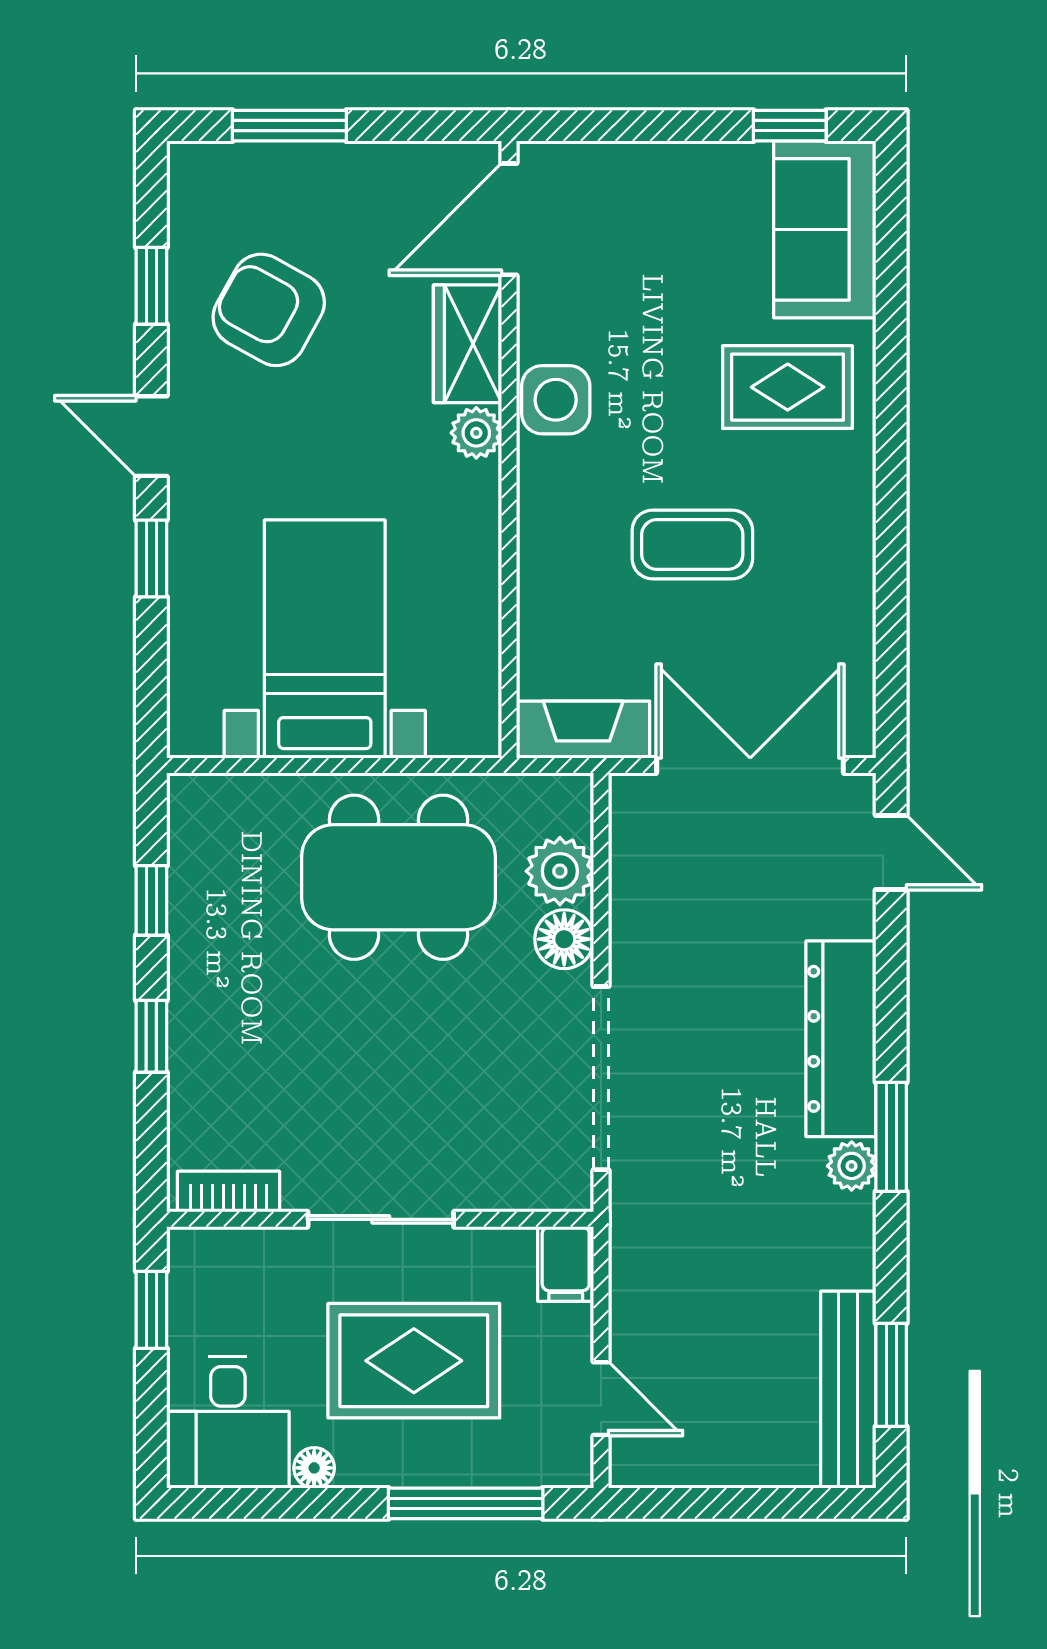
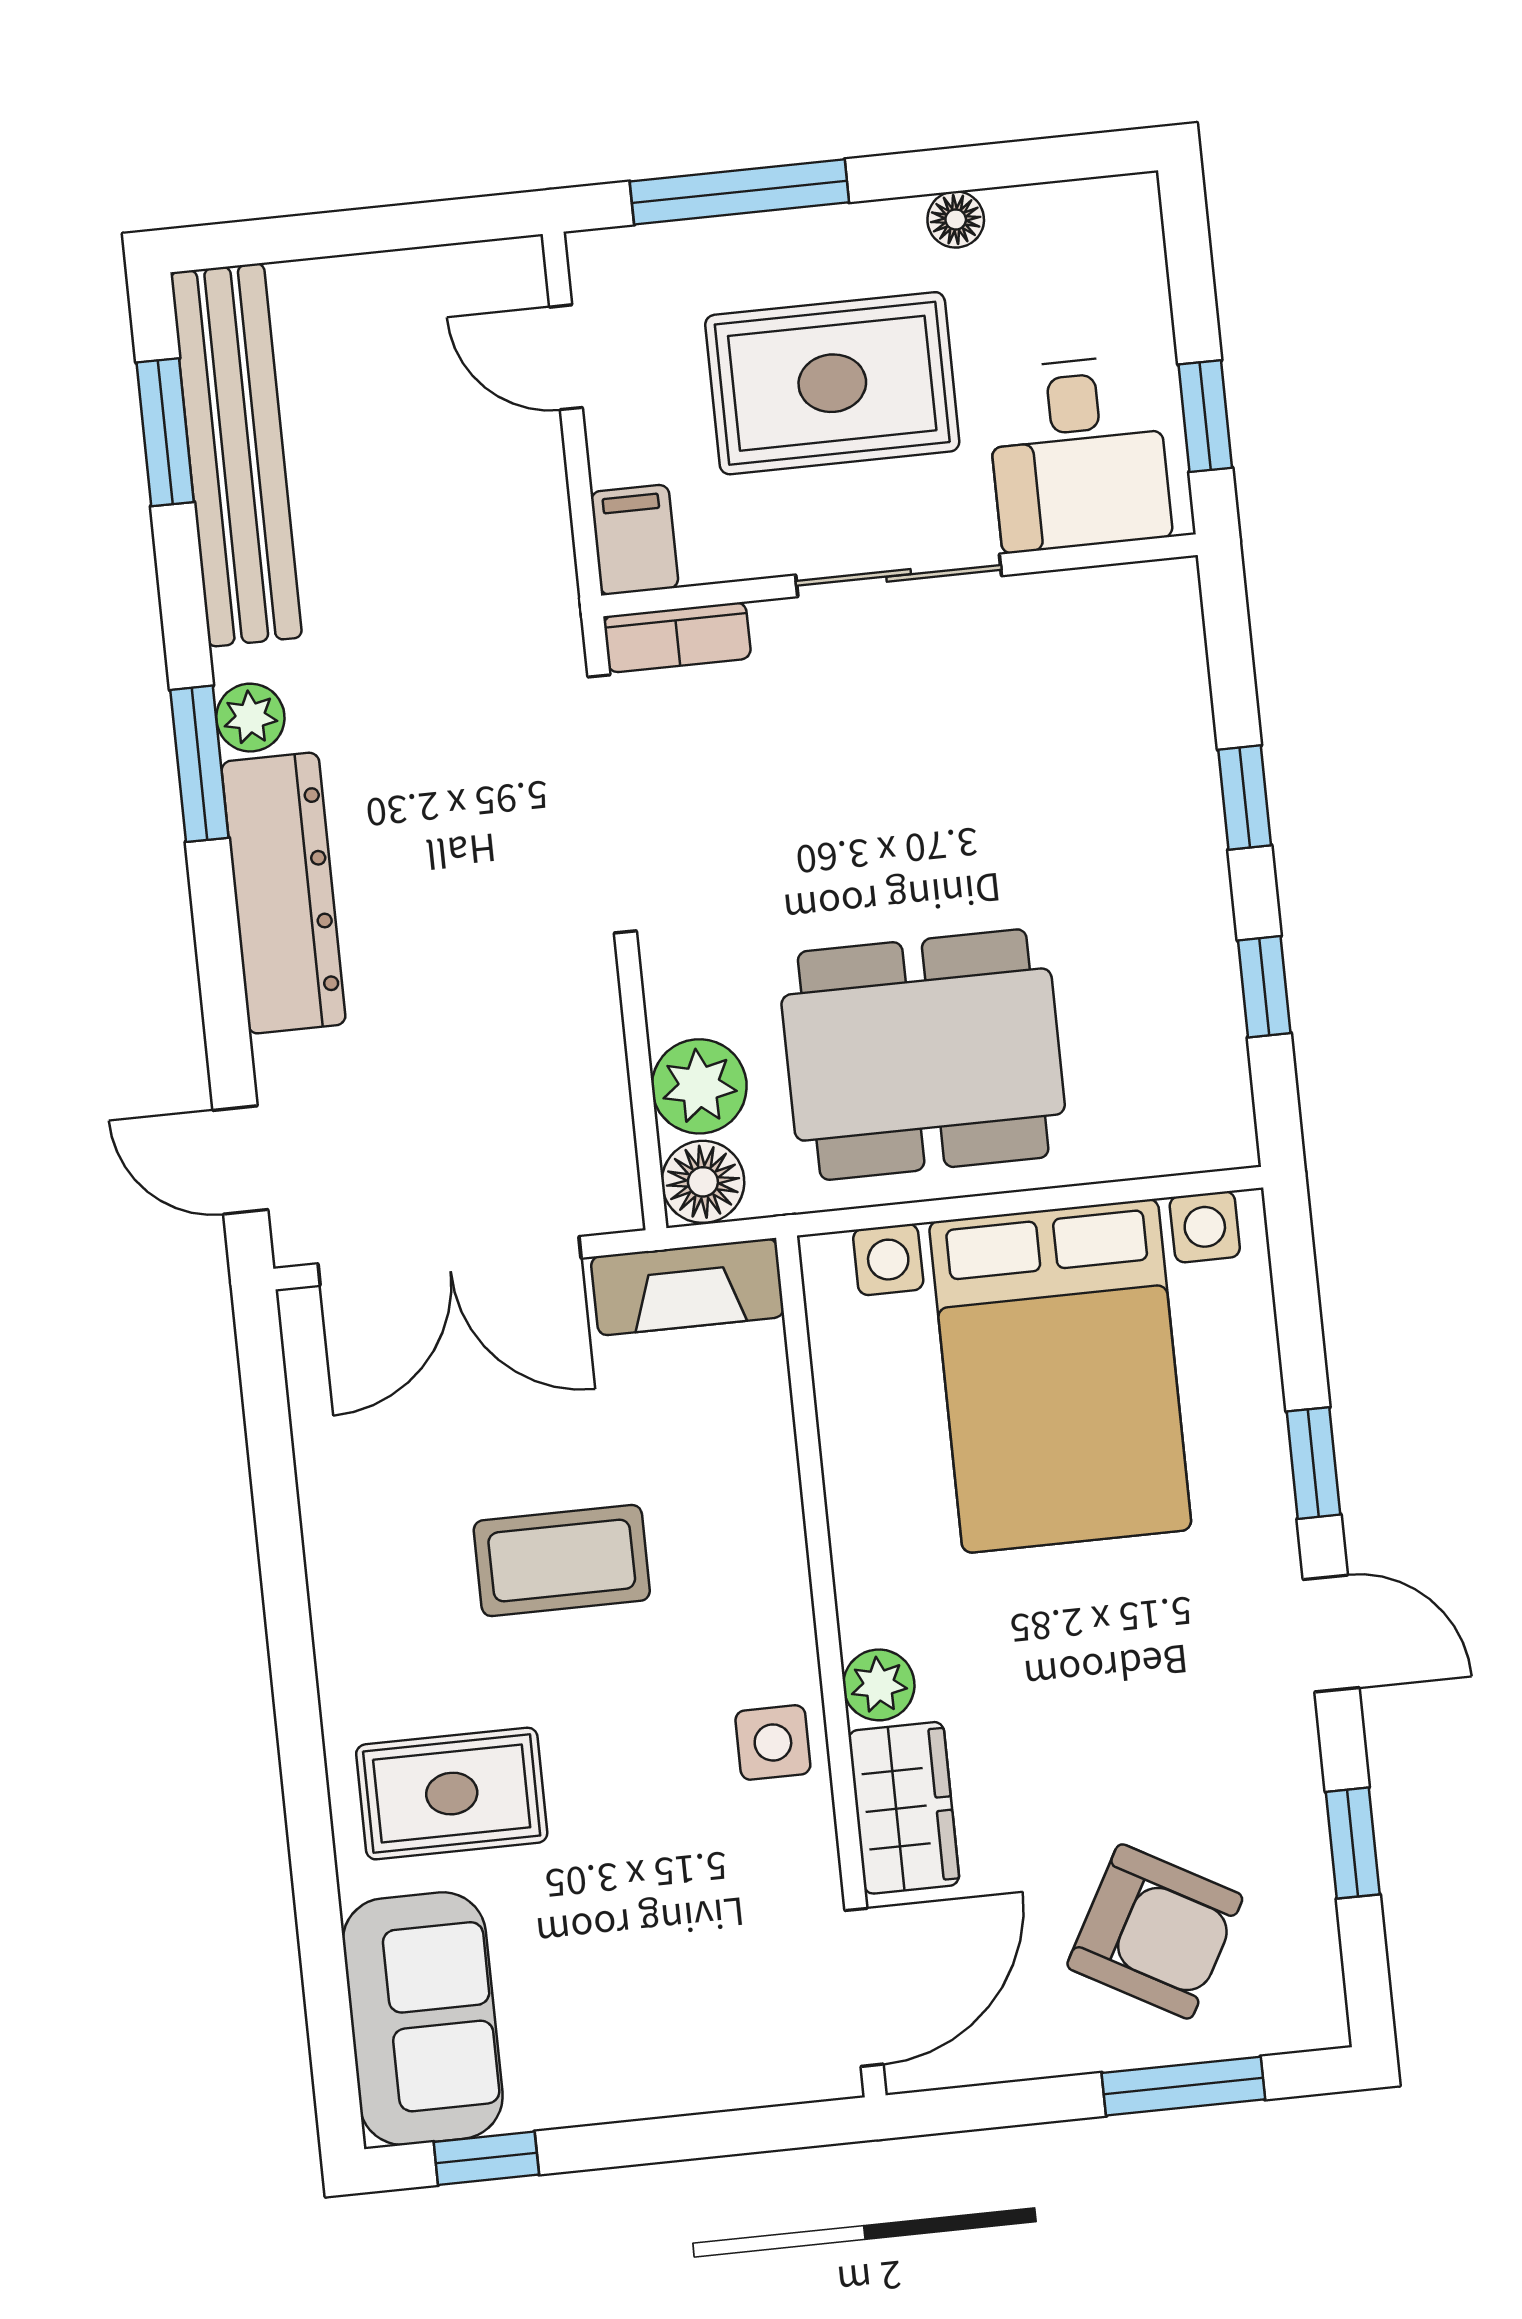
armchair: (269, 310) -> (1155, 1931), moved
side table: (556, 400) -> (773, 1742), width x0.73, depth x0.73
bed with nightstands: (325, 639) -> (1060, 1376), width x1.36
floor lamp: (564, 939) -> (703, 1182), moved
bookcase: (228, 1192) -> (677, 637), moved
bench: (848, 1390) -> (236, 455), width x1.37, depth x1.21
desk: (228, 1422) -> (1078, 453), moved, turned 180

